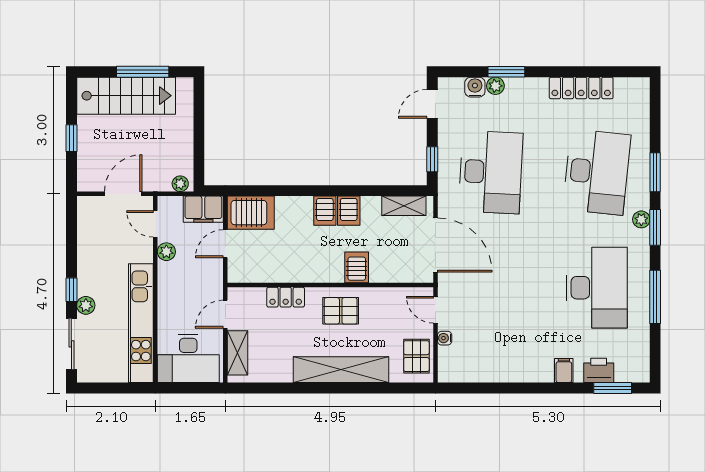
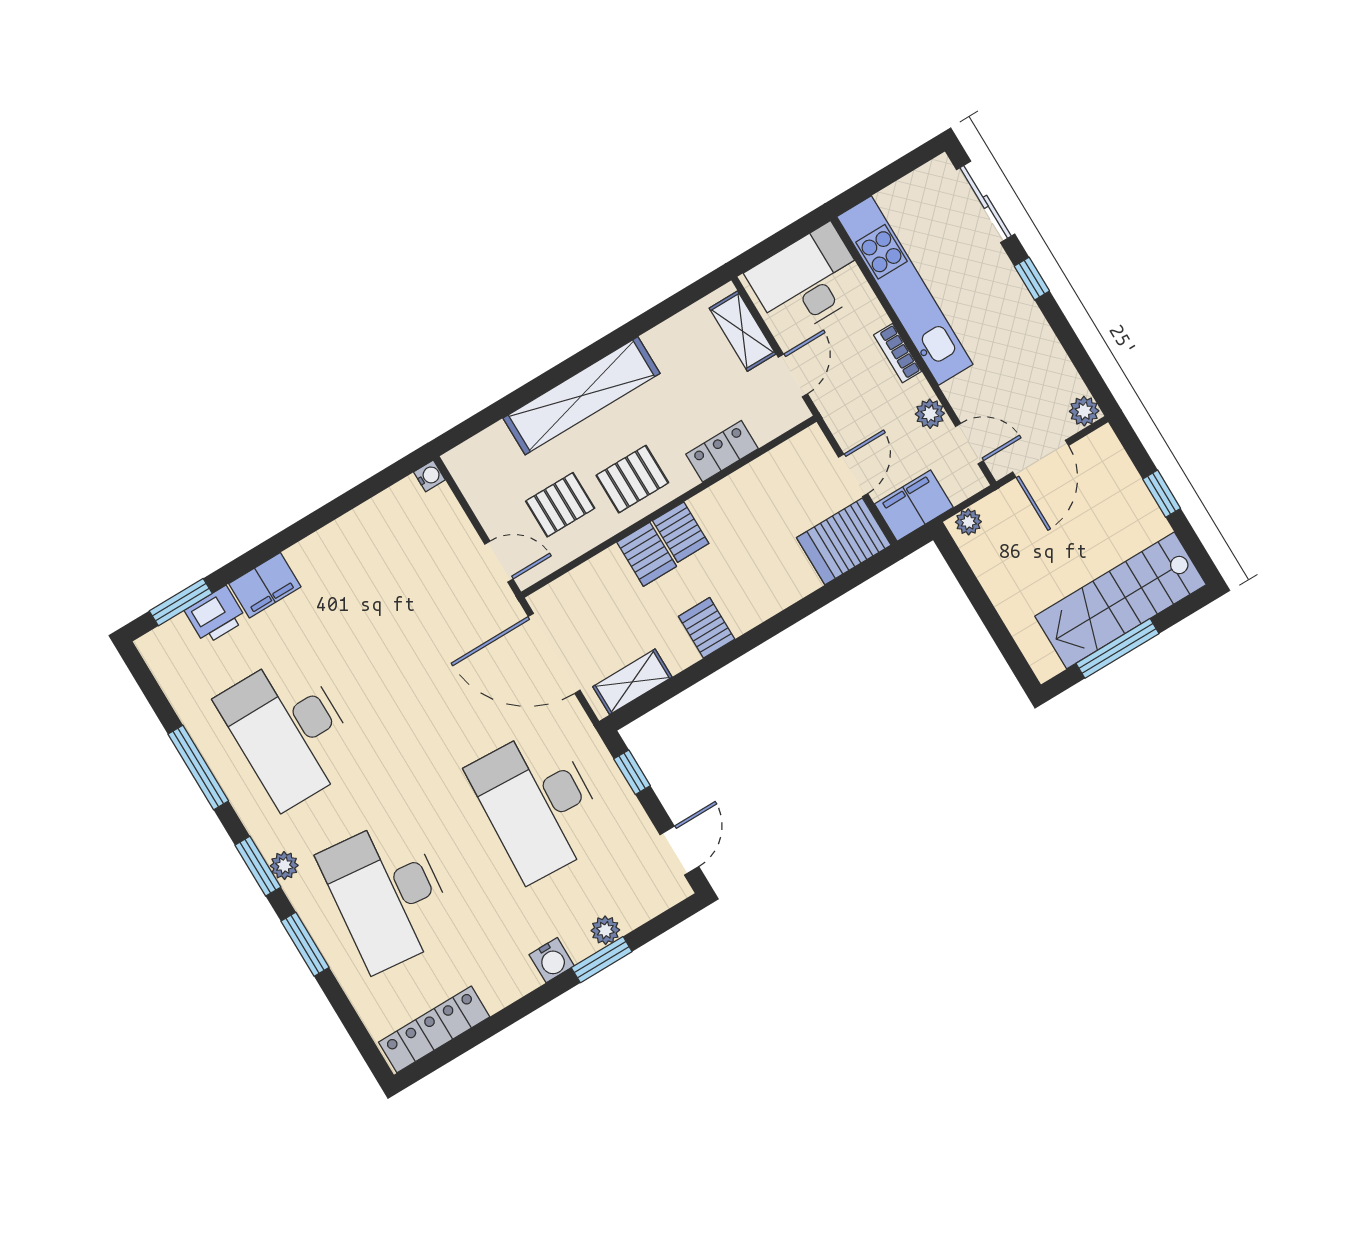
water cooler: (475, 87) -> (552, 960), moved
locker: (581, 88) -> (434, 1029), moved
server rack: (325, 211) -> (681, 532), moved, turned 180
bookcase: (164, 293) -> (898, 353), added
plant: (86, 305) -> (1084, 411), moved
water cooler: (445, 338) -> (429, 476), moved
pallet: (416, 356) -> (560, 505), moved, turned 90
filing cabinet: (564, 370) -> (265, 585), width x2.00

